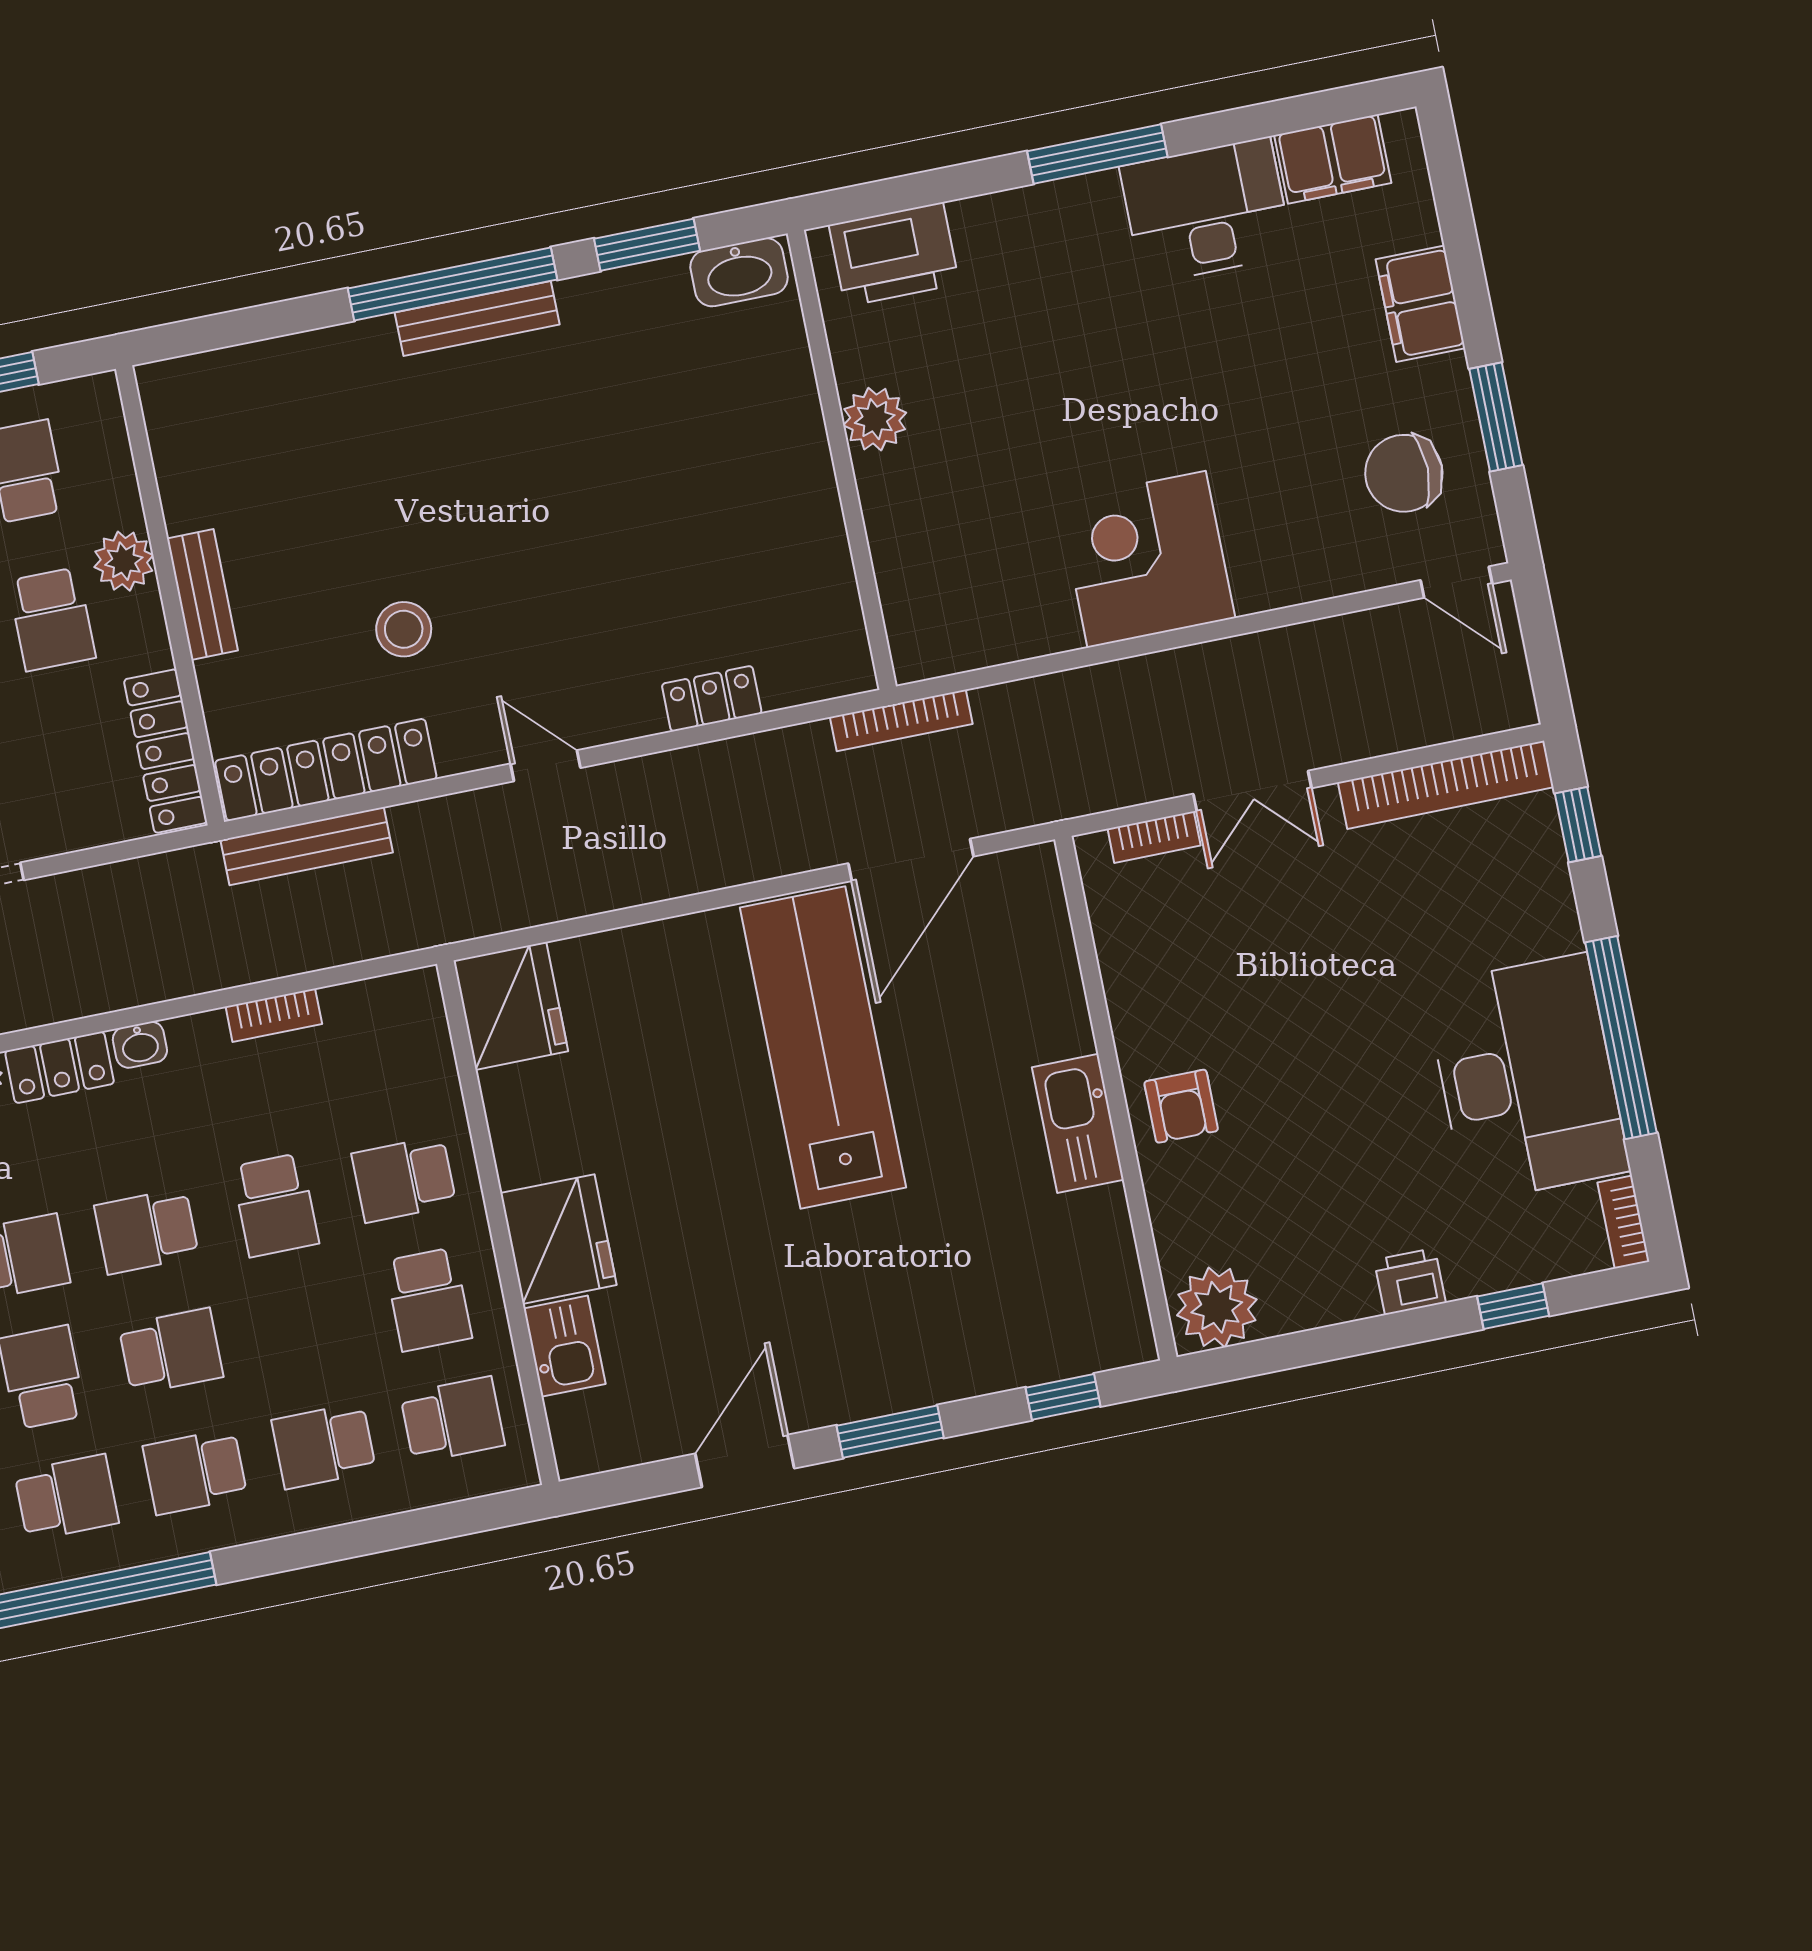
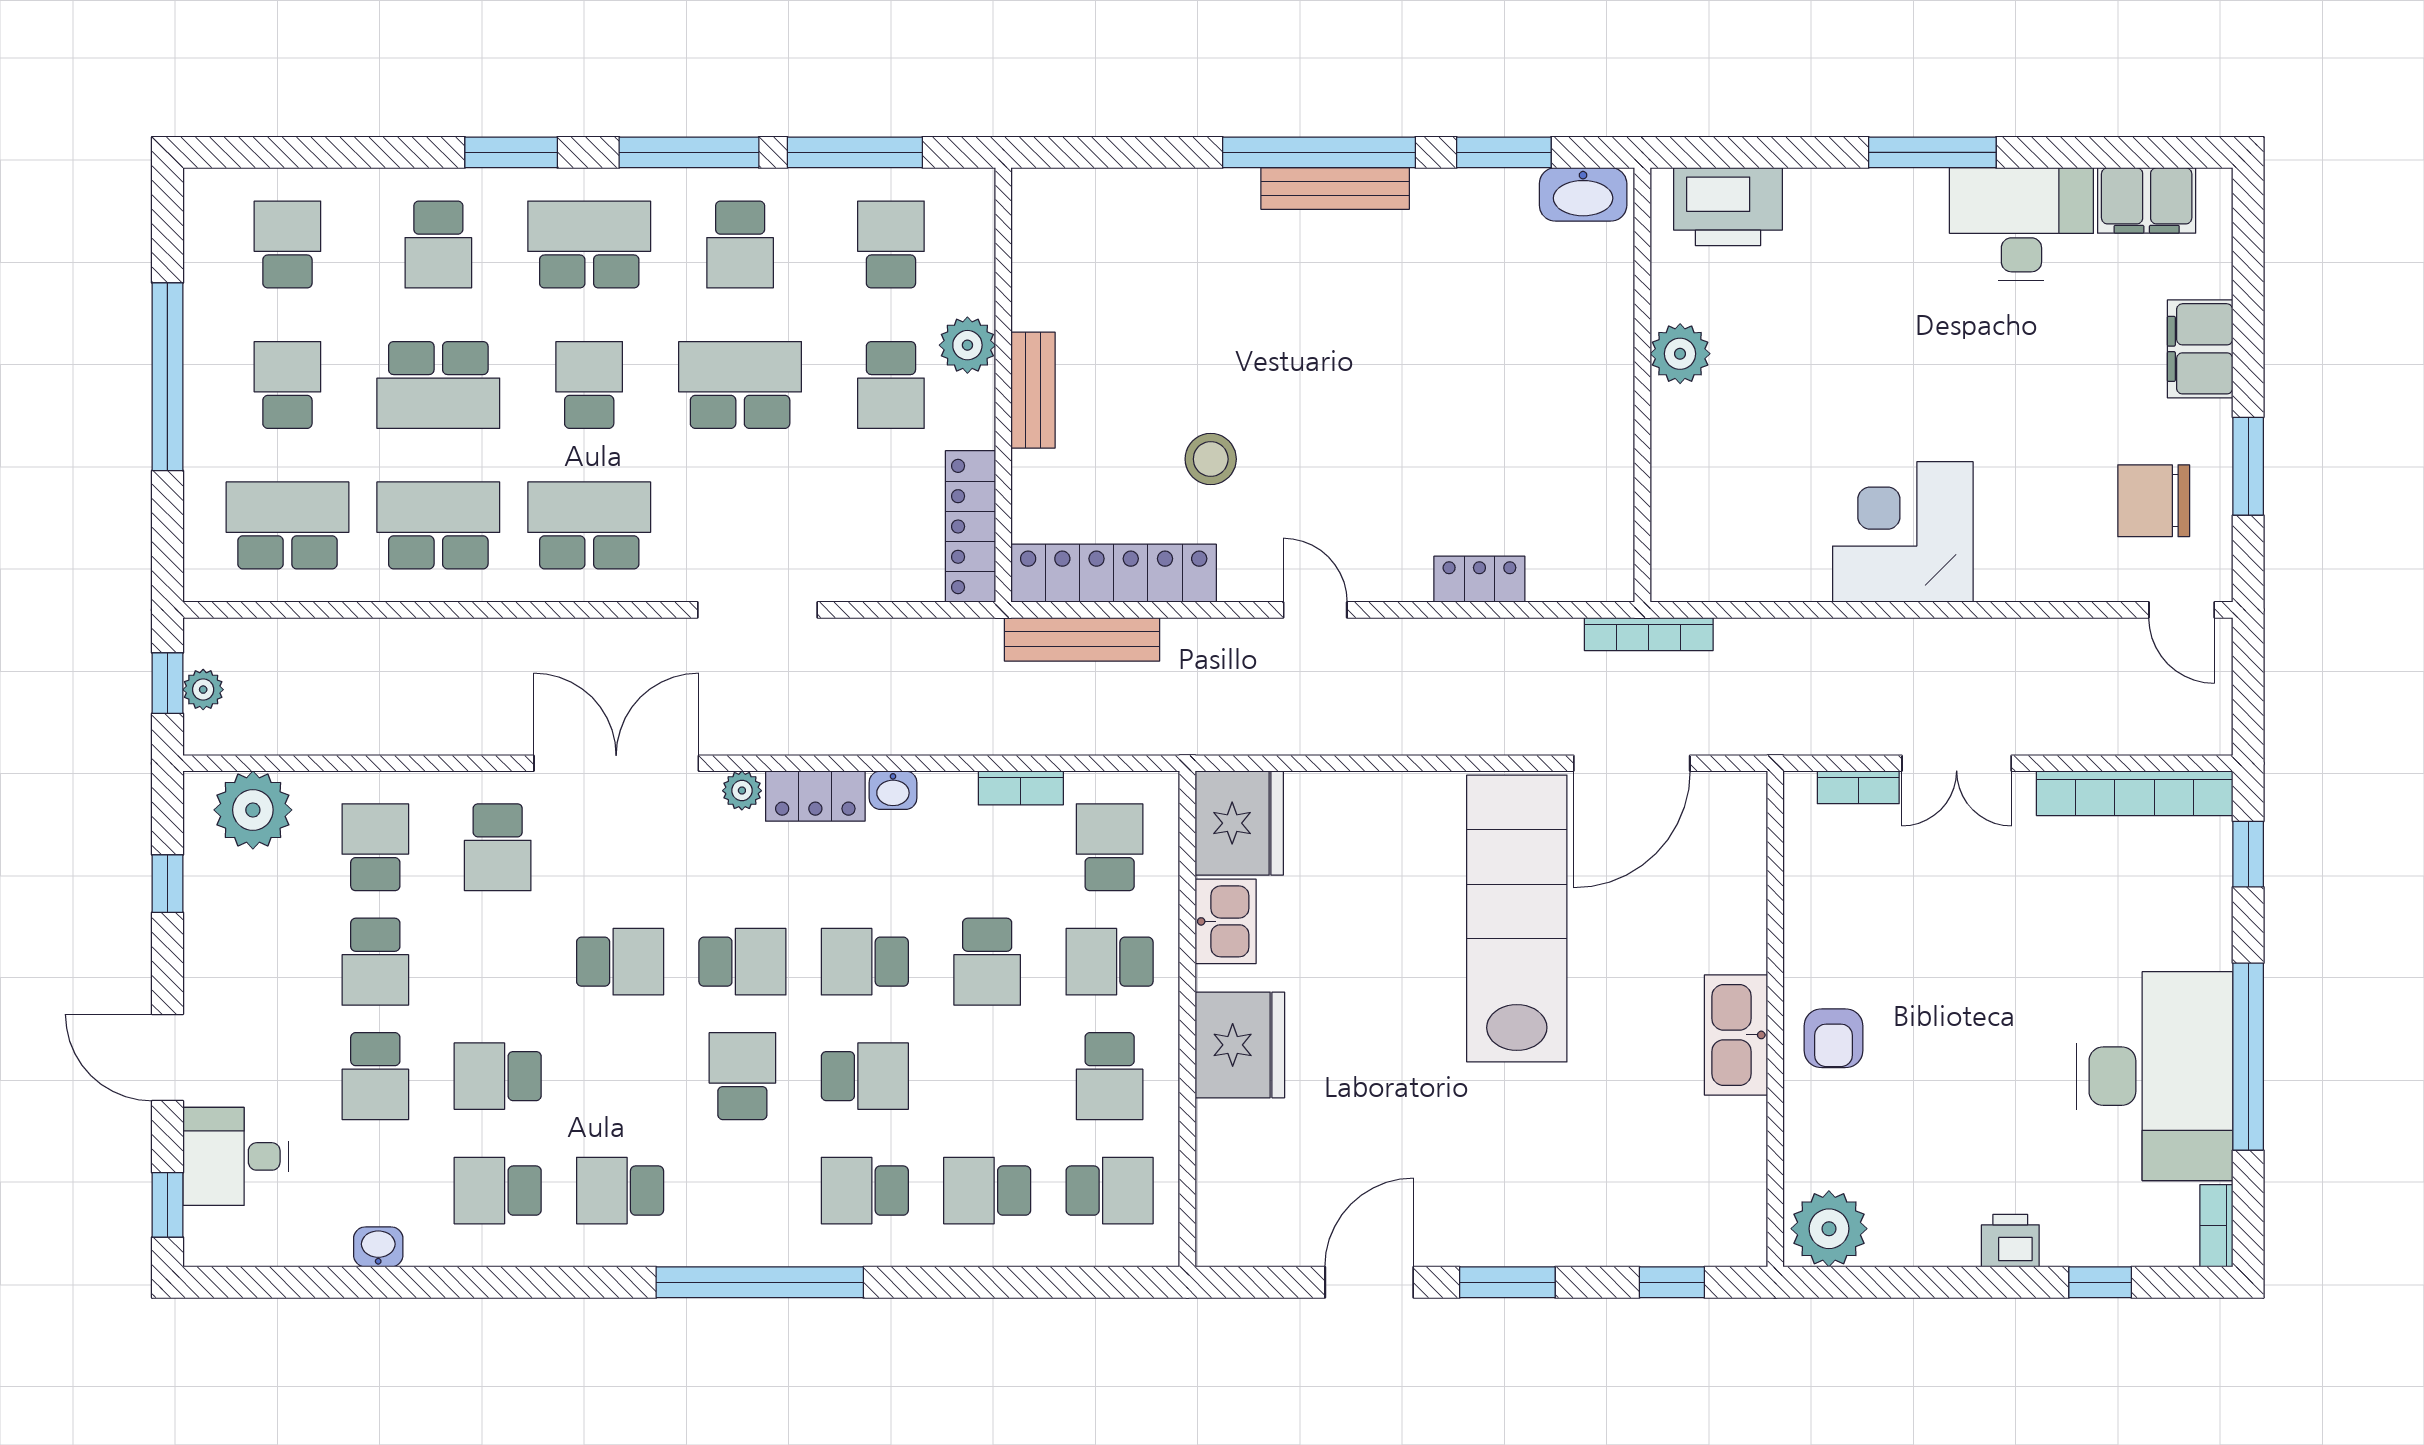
kitchen sink: (565, 1346) -> (1226, 921), moved
school desk: (66, 1498) -> (1110, 847), moved, turned -90

